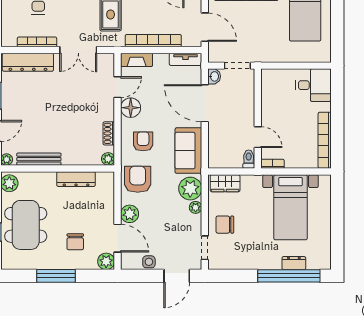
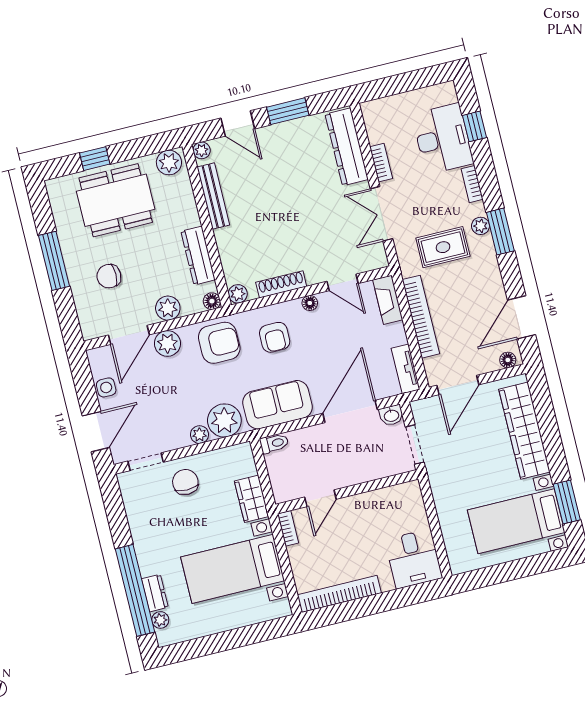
bookcase: (37, 42) -> (381, 163), width x0.64
floor lamp: (131, 108) -> (310, 303), width x0.53, depth x0.53
shoe rack: (109, 133) -> (281, 284), width x1.43
armchair: (143, 141) -> (275, 337), turned 90
toilet: (249, 159) -> (274, 443), moved
floor lamp: (109, 177) -> (212, 301), added
wardrobe: (225, 183) -> (252, 499), moved
plant: (106, 261) -> (168, 308), moved
plant: (313, 264) -> (160, 620), added
door: (177, 276) -> (96, 432), swing flipped

